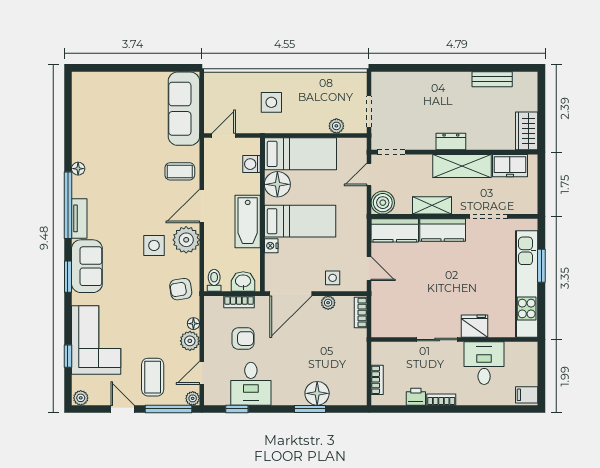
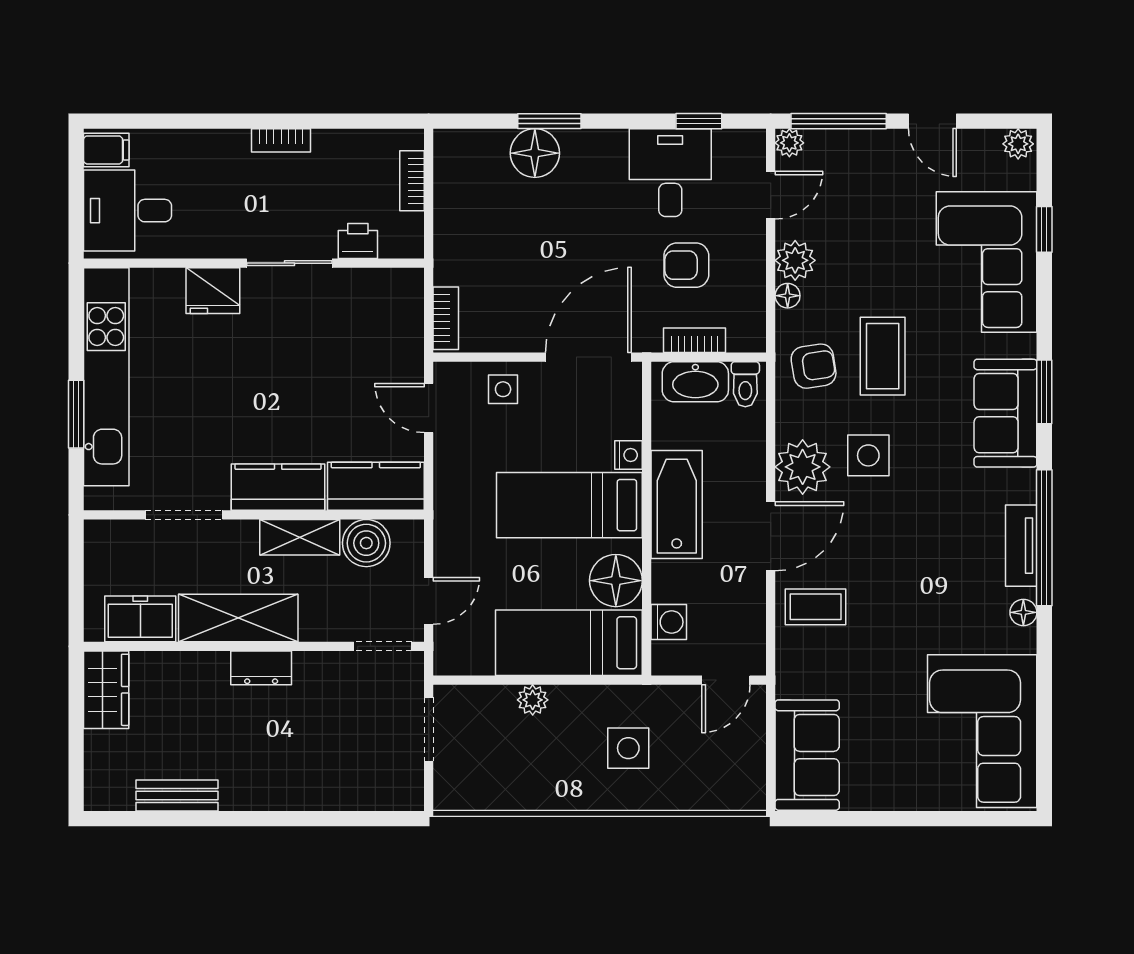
sofa: (184, 109) -> (807, 755), width x0.73
corner sofa: (98, 111) -> (982, 731), added
plant: (336, 126) -> (533, 700), moved
boiler: (383, 203) -> (366, 543), moved
tv unit: (79, 218) -> (1021, 546), moved
washbasin: (243, 282) -> (695, 382), width x1.38
plant: (328, 303) -> (512, 338), removed
desk: (484, 363) -> (128, 211), moved, turned 90
coffee table: (153, 377) -> (883, 356), moved
printer: (416, 397) -> (358, 241), moved, turned 180

